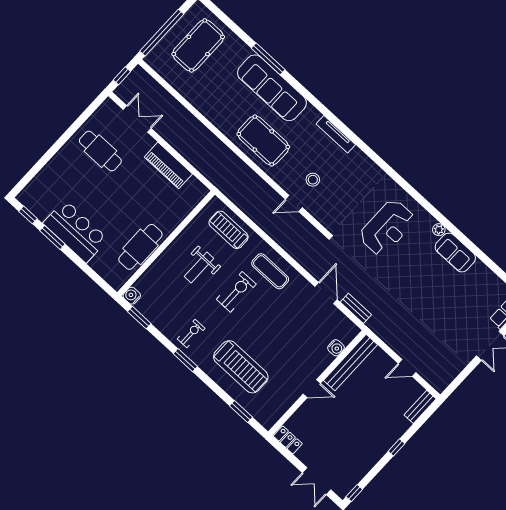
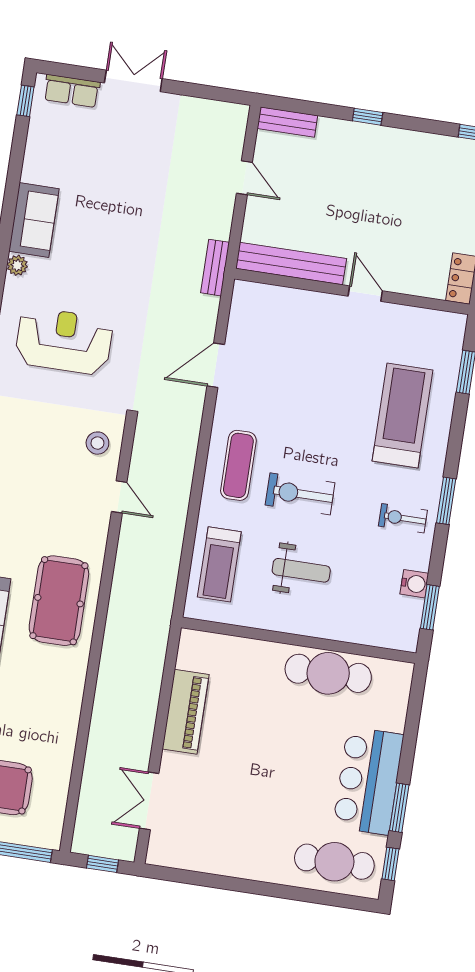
cafe table: (100, 151) -> (334, 862), moved, turned 90
stool: (313, 180) -> (97, 443), moved
water cooler: (132, 296) -> (414, 584), moved, turned -90
bench: (356, 308) -> (215, 268), moved
water cooler: (336, 348) -> (284, 298), removed

